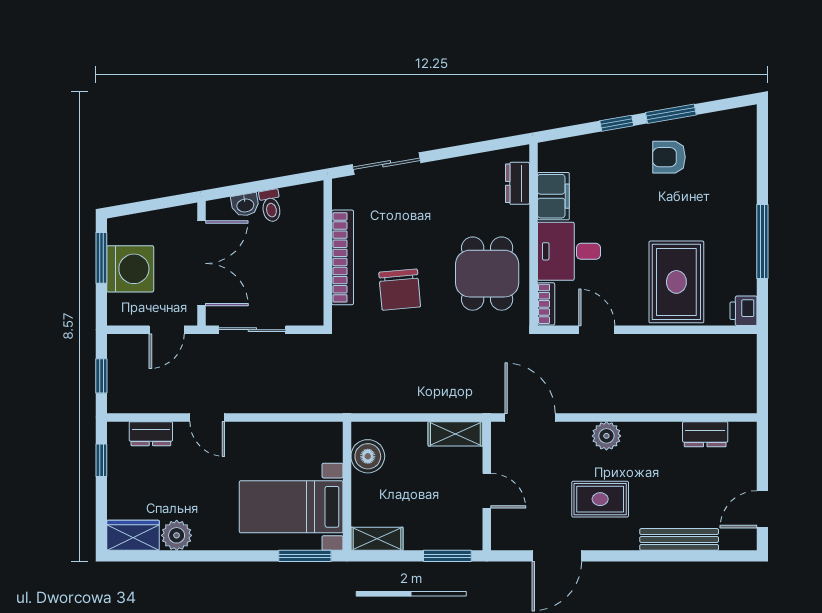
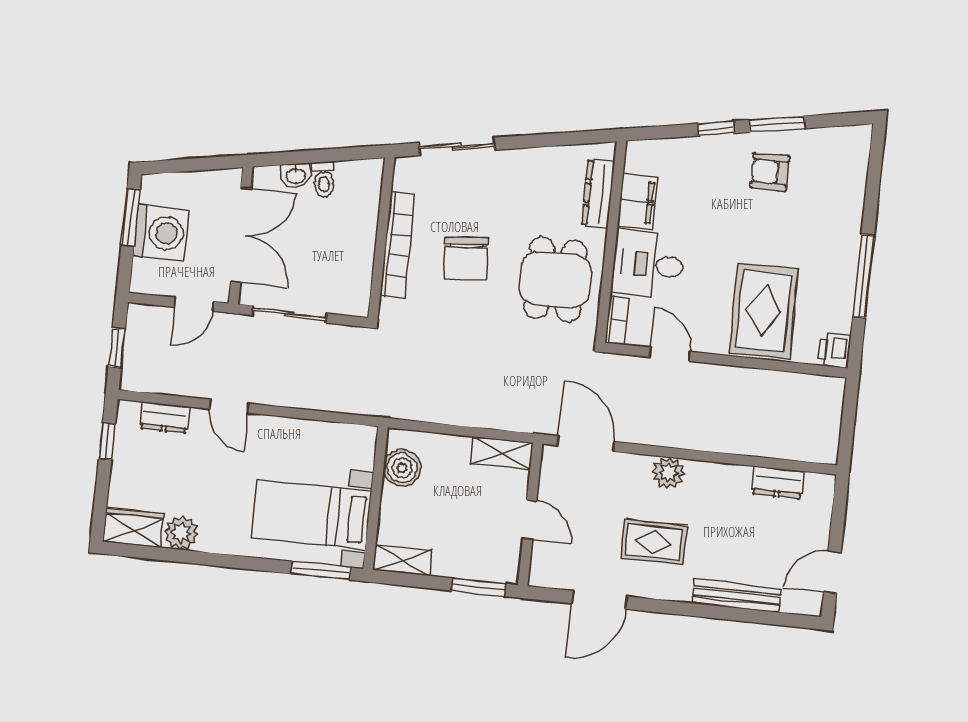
dresser: (517, 183) -> (598, 193), width x1.44
chair: (400, 290) -> (466, 258), moved

